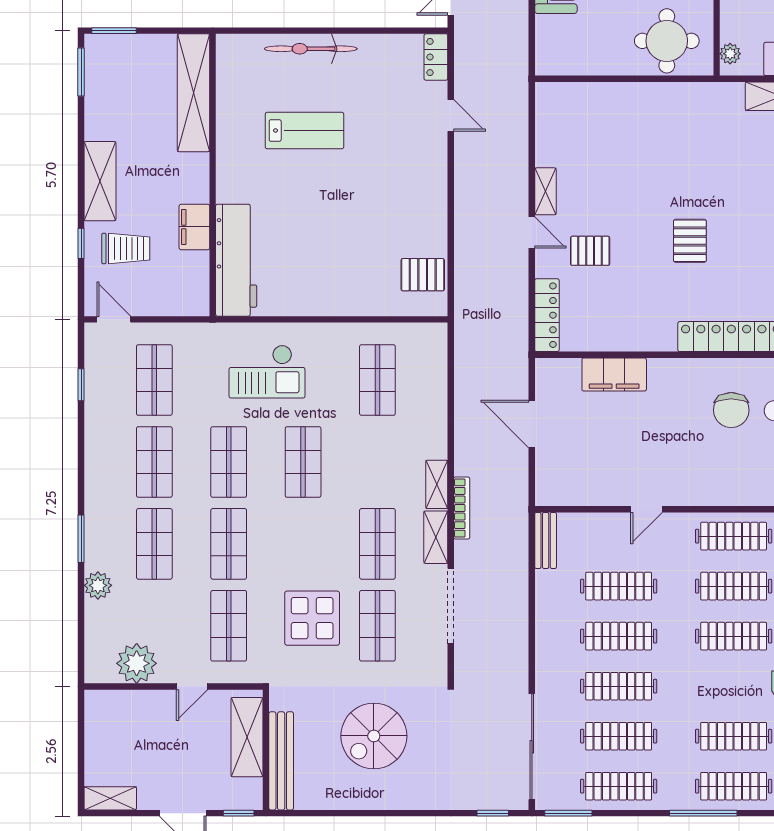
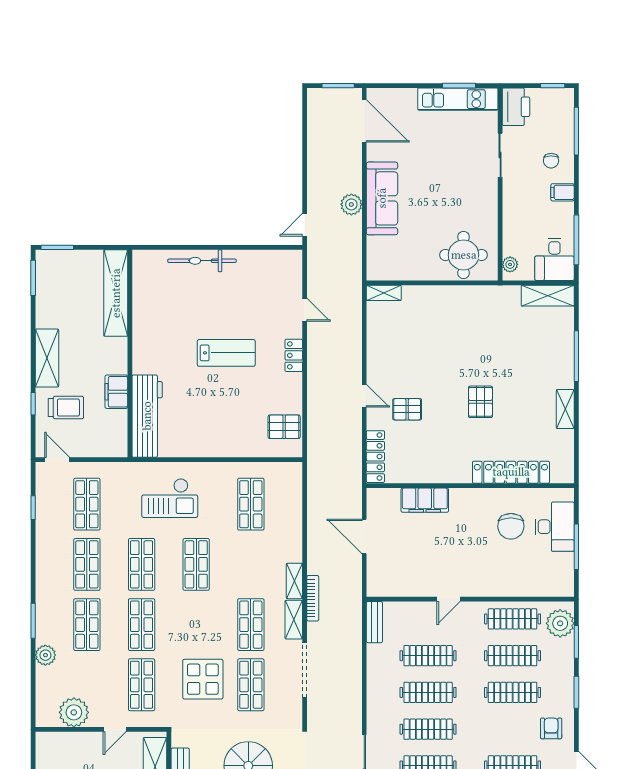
locker: (436, 57) -> (294, 355), moved
lab bench: (304, 131) -> (226, 353), moved
shelving: (545, 191) -> (384, 293), moved, turned 90

